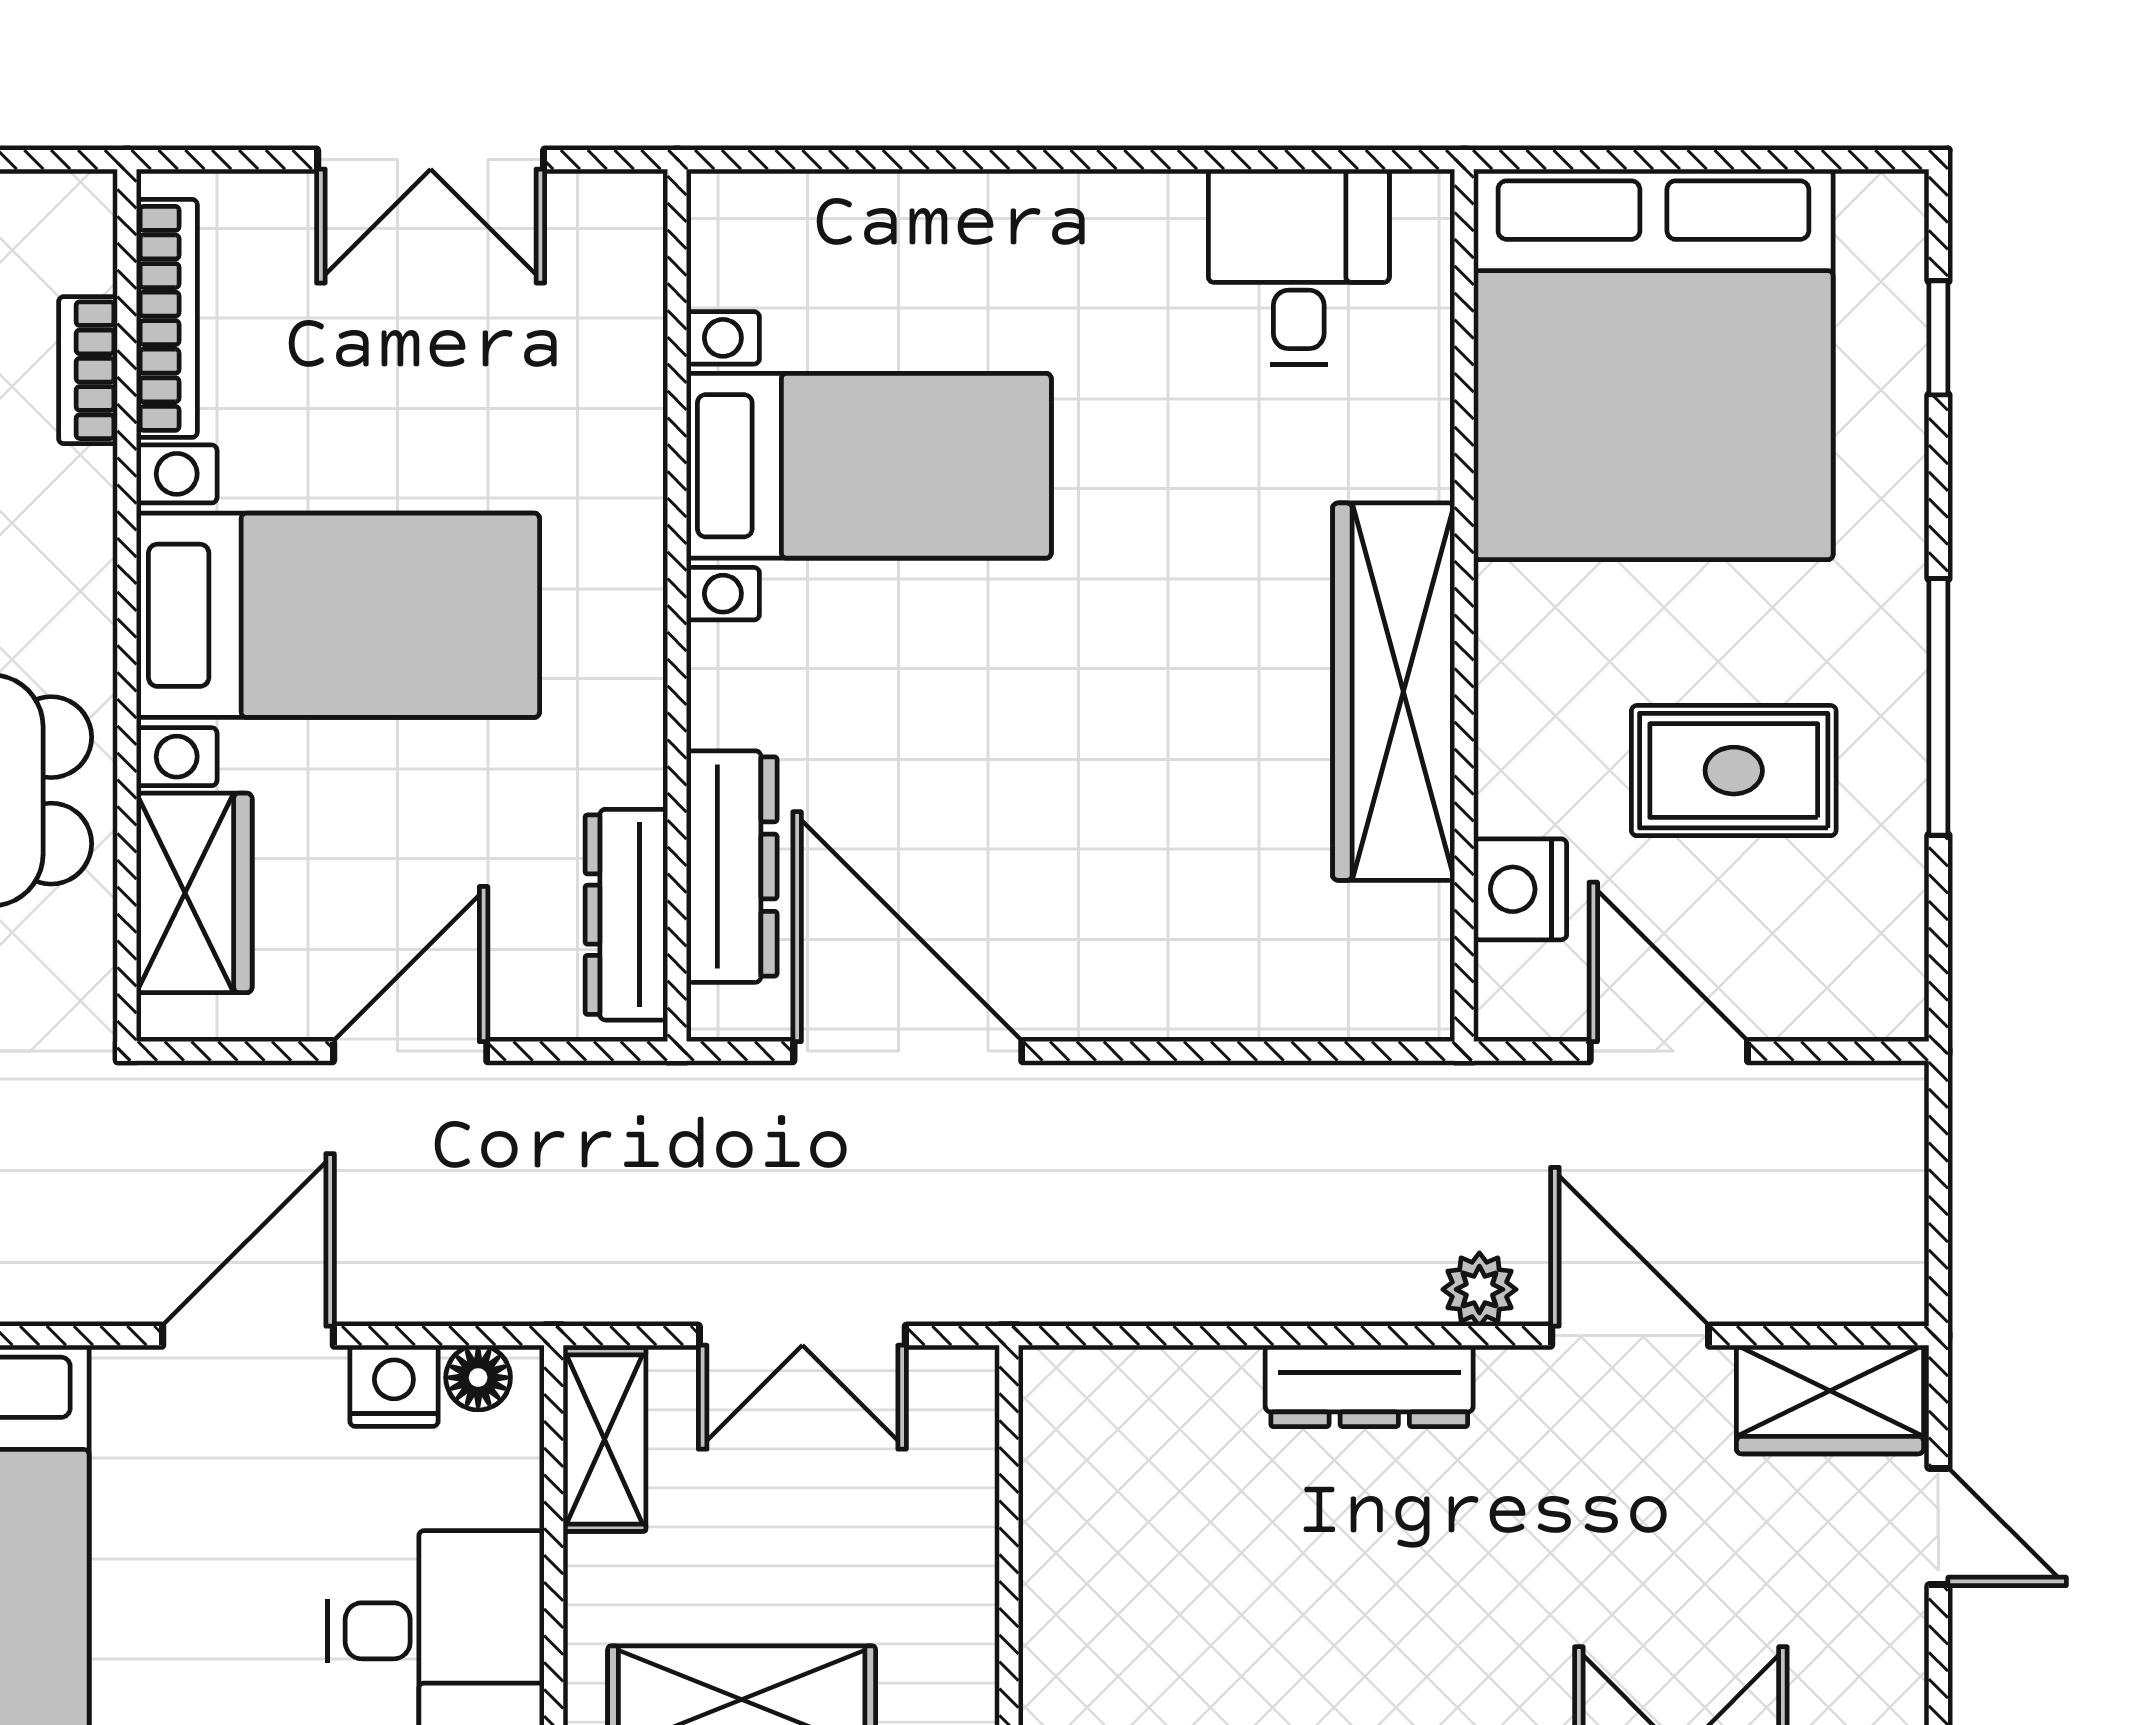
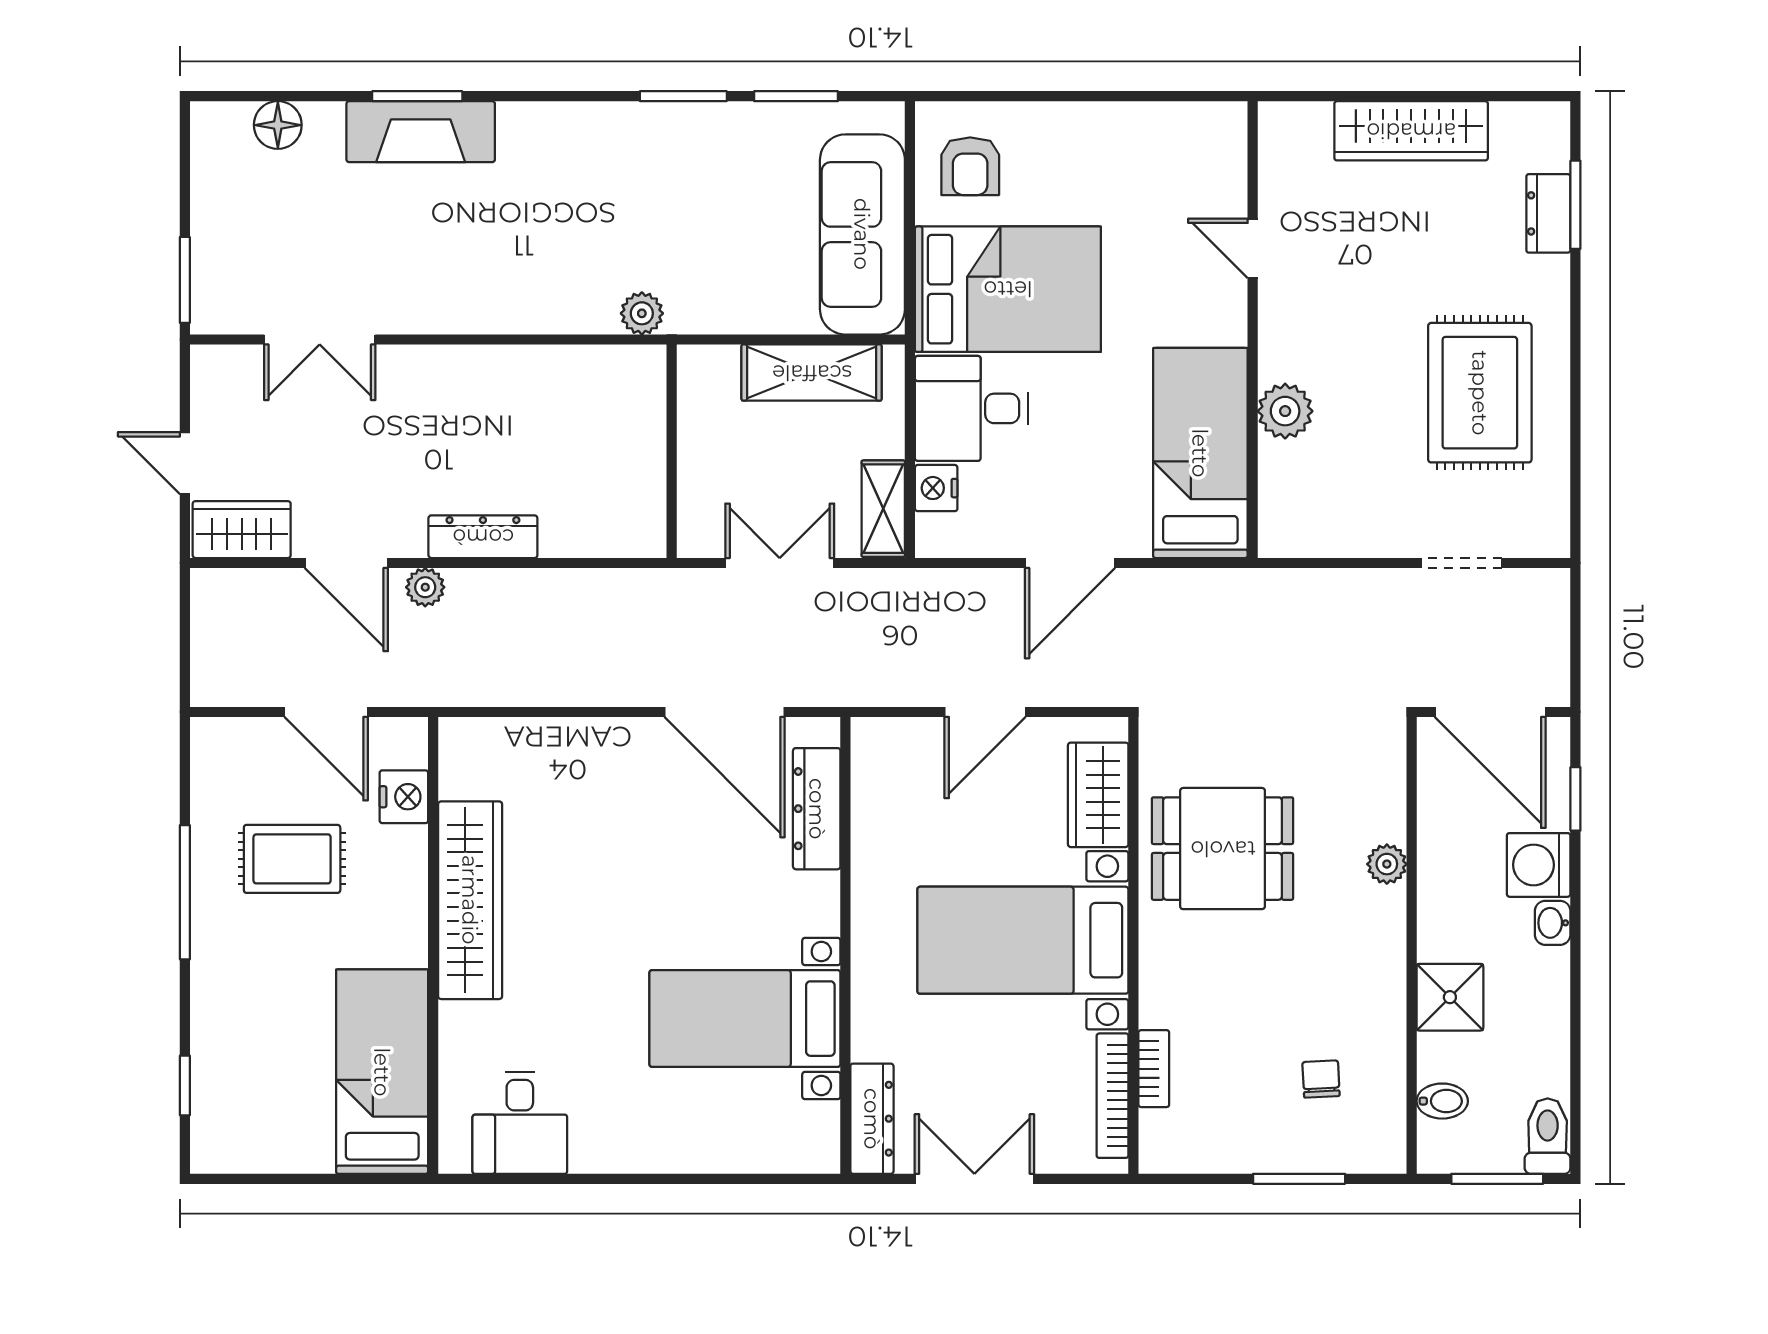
bed: (1653, 364) -> (382, 1072), width x0.49
dresser: (626, 915) -> (872, 1119), moved
floor lamp: (478, 1378) -> (950, 541), removed
nightstand: (394, 1386) -> (936, 488), moved, turned 90

